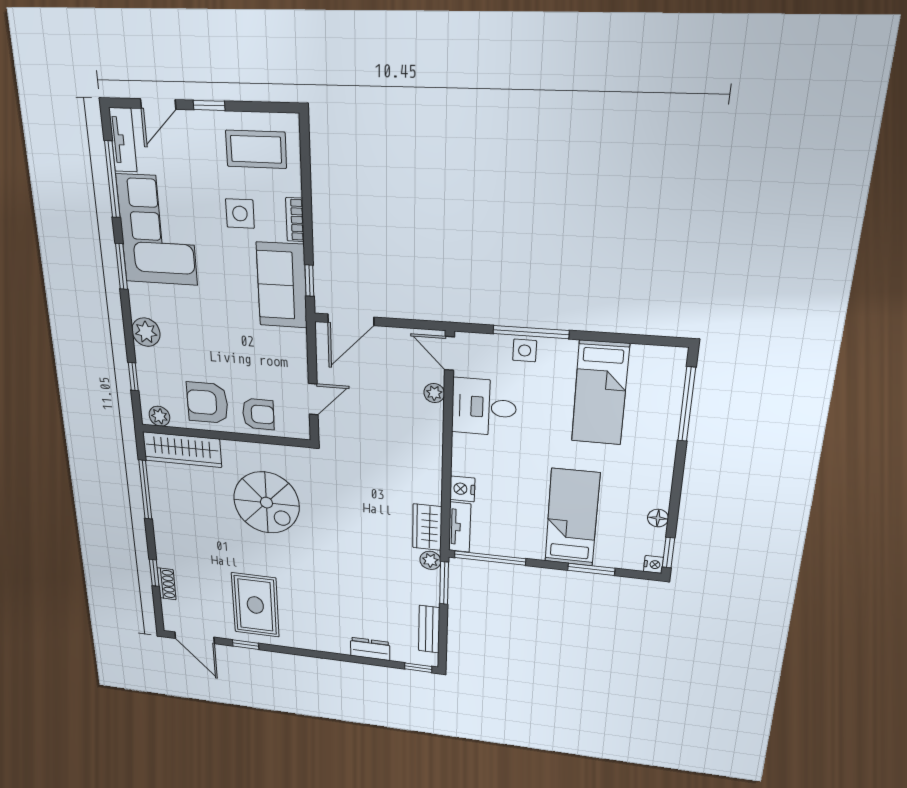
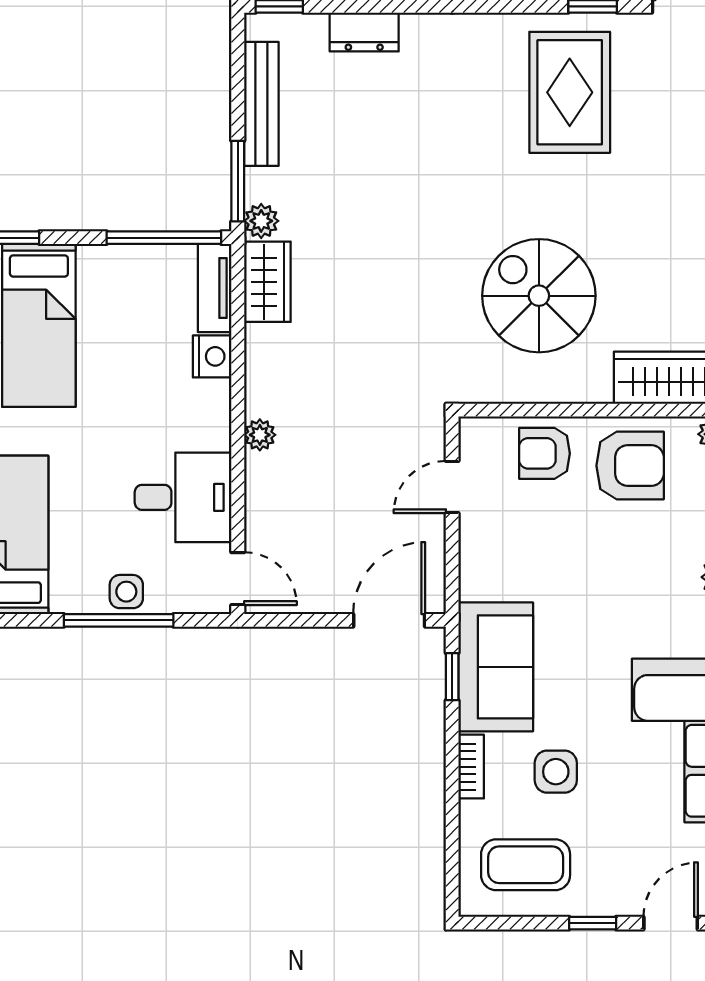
plant: (434, 393) -> (260, 435), moved
bench: (429, 629) -> (261, 104), width x1.36

